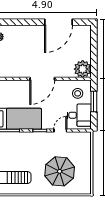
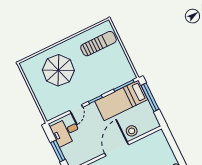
stool: (78, 93) -> (132, 131), moved

